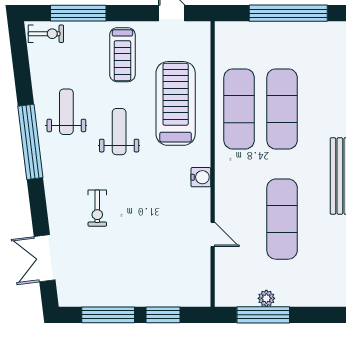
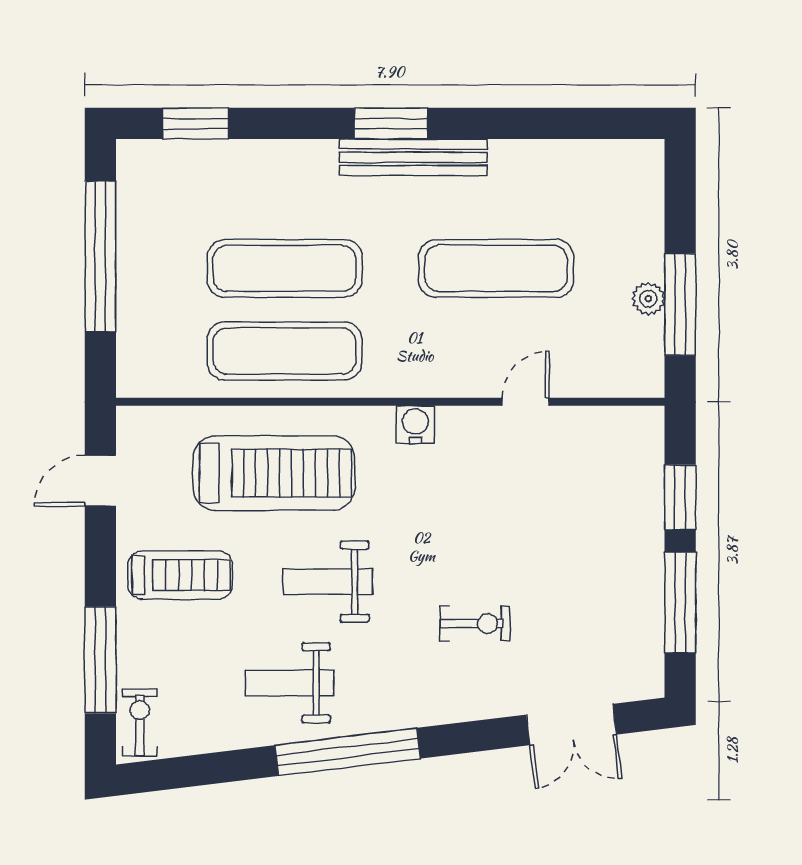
treadmill: (176, 103) -> (274, 473), turned 180

